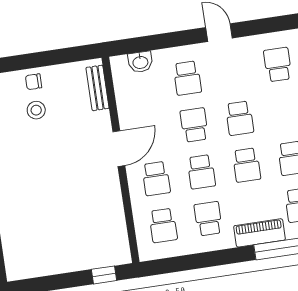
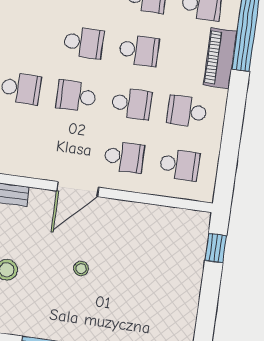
door: (119, 149) -> (78, 189), swing flipped
stool: (55, 170) -> (81, 269), added

